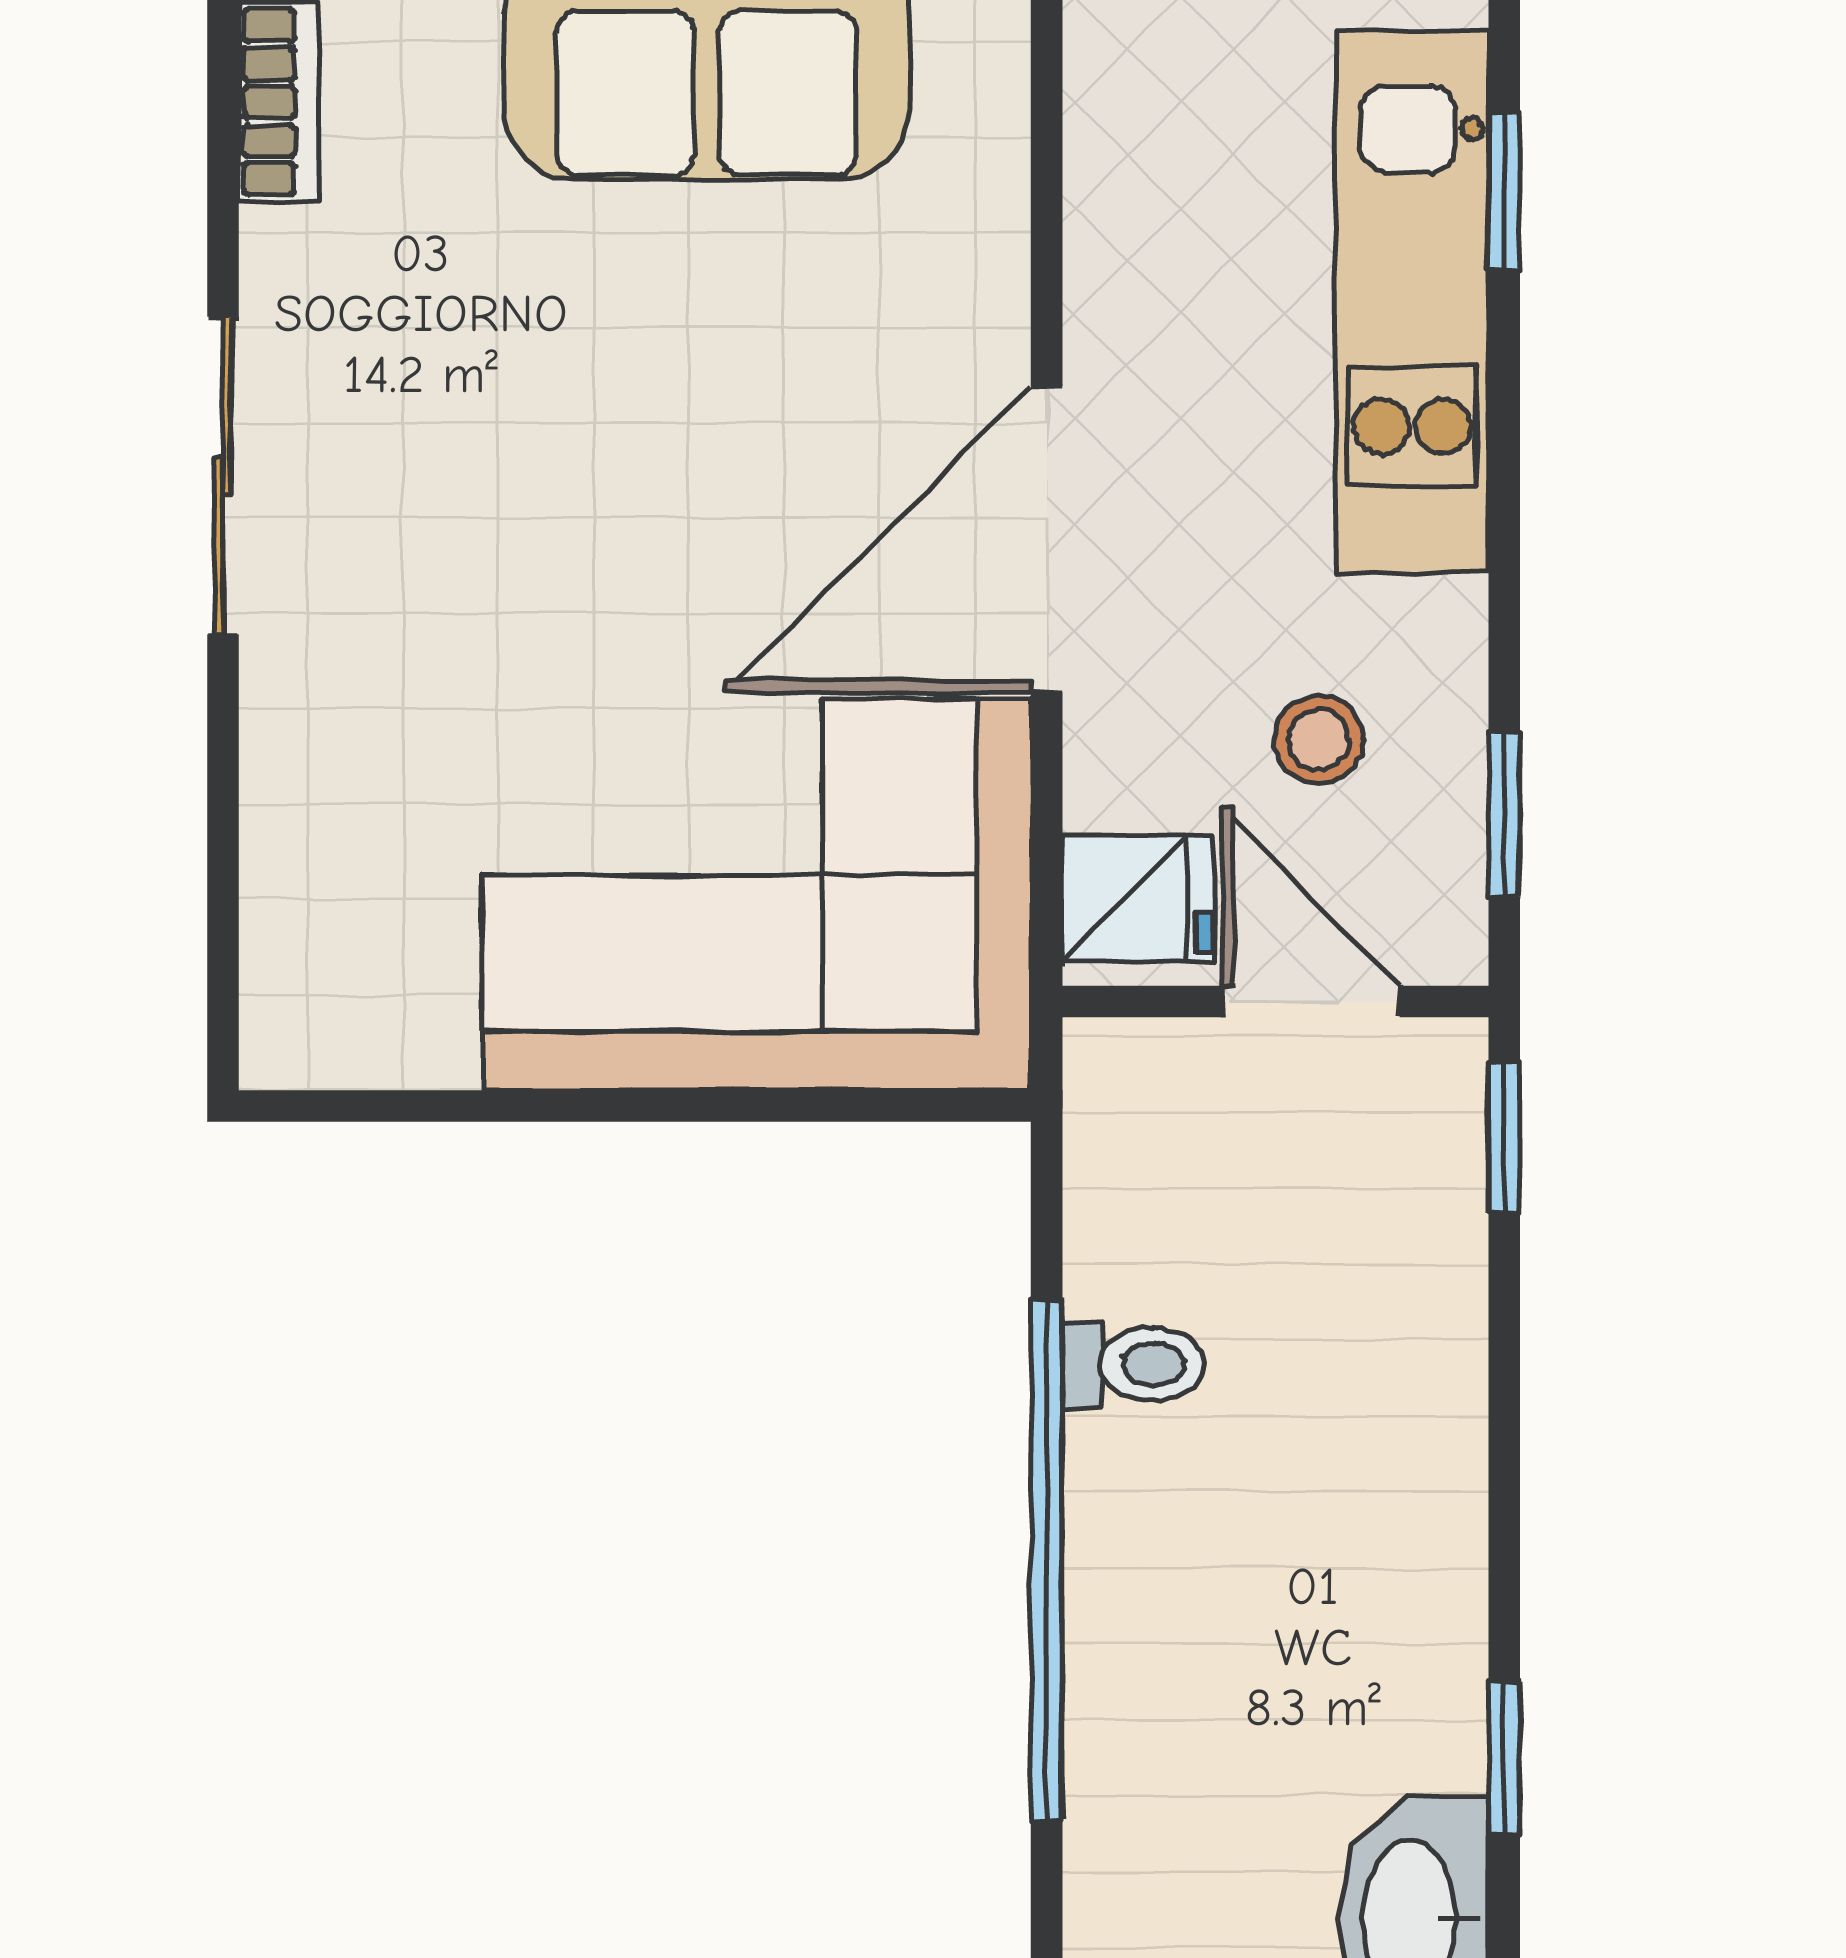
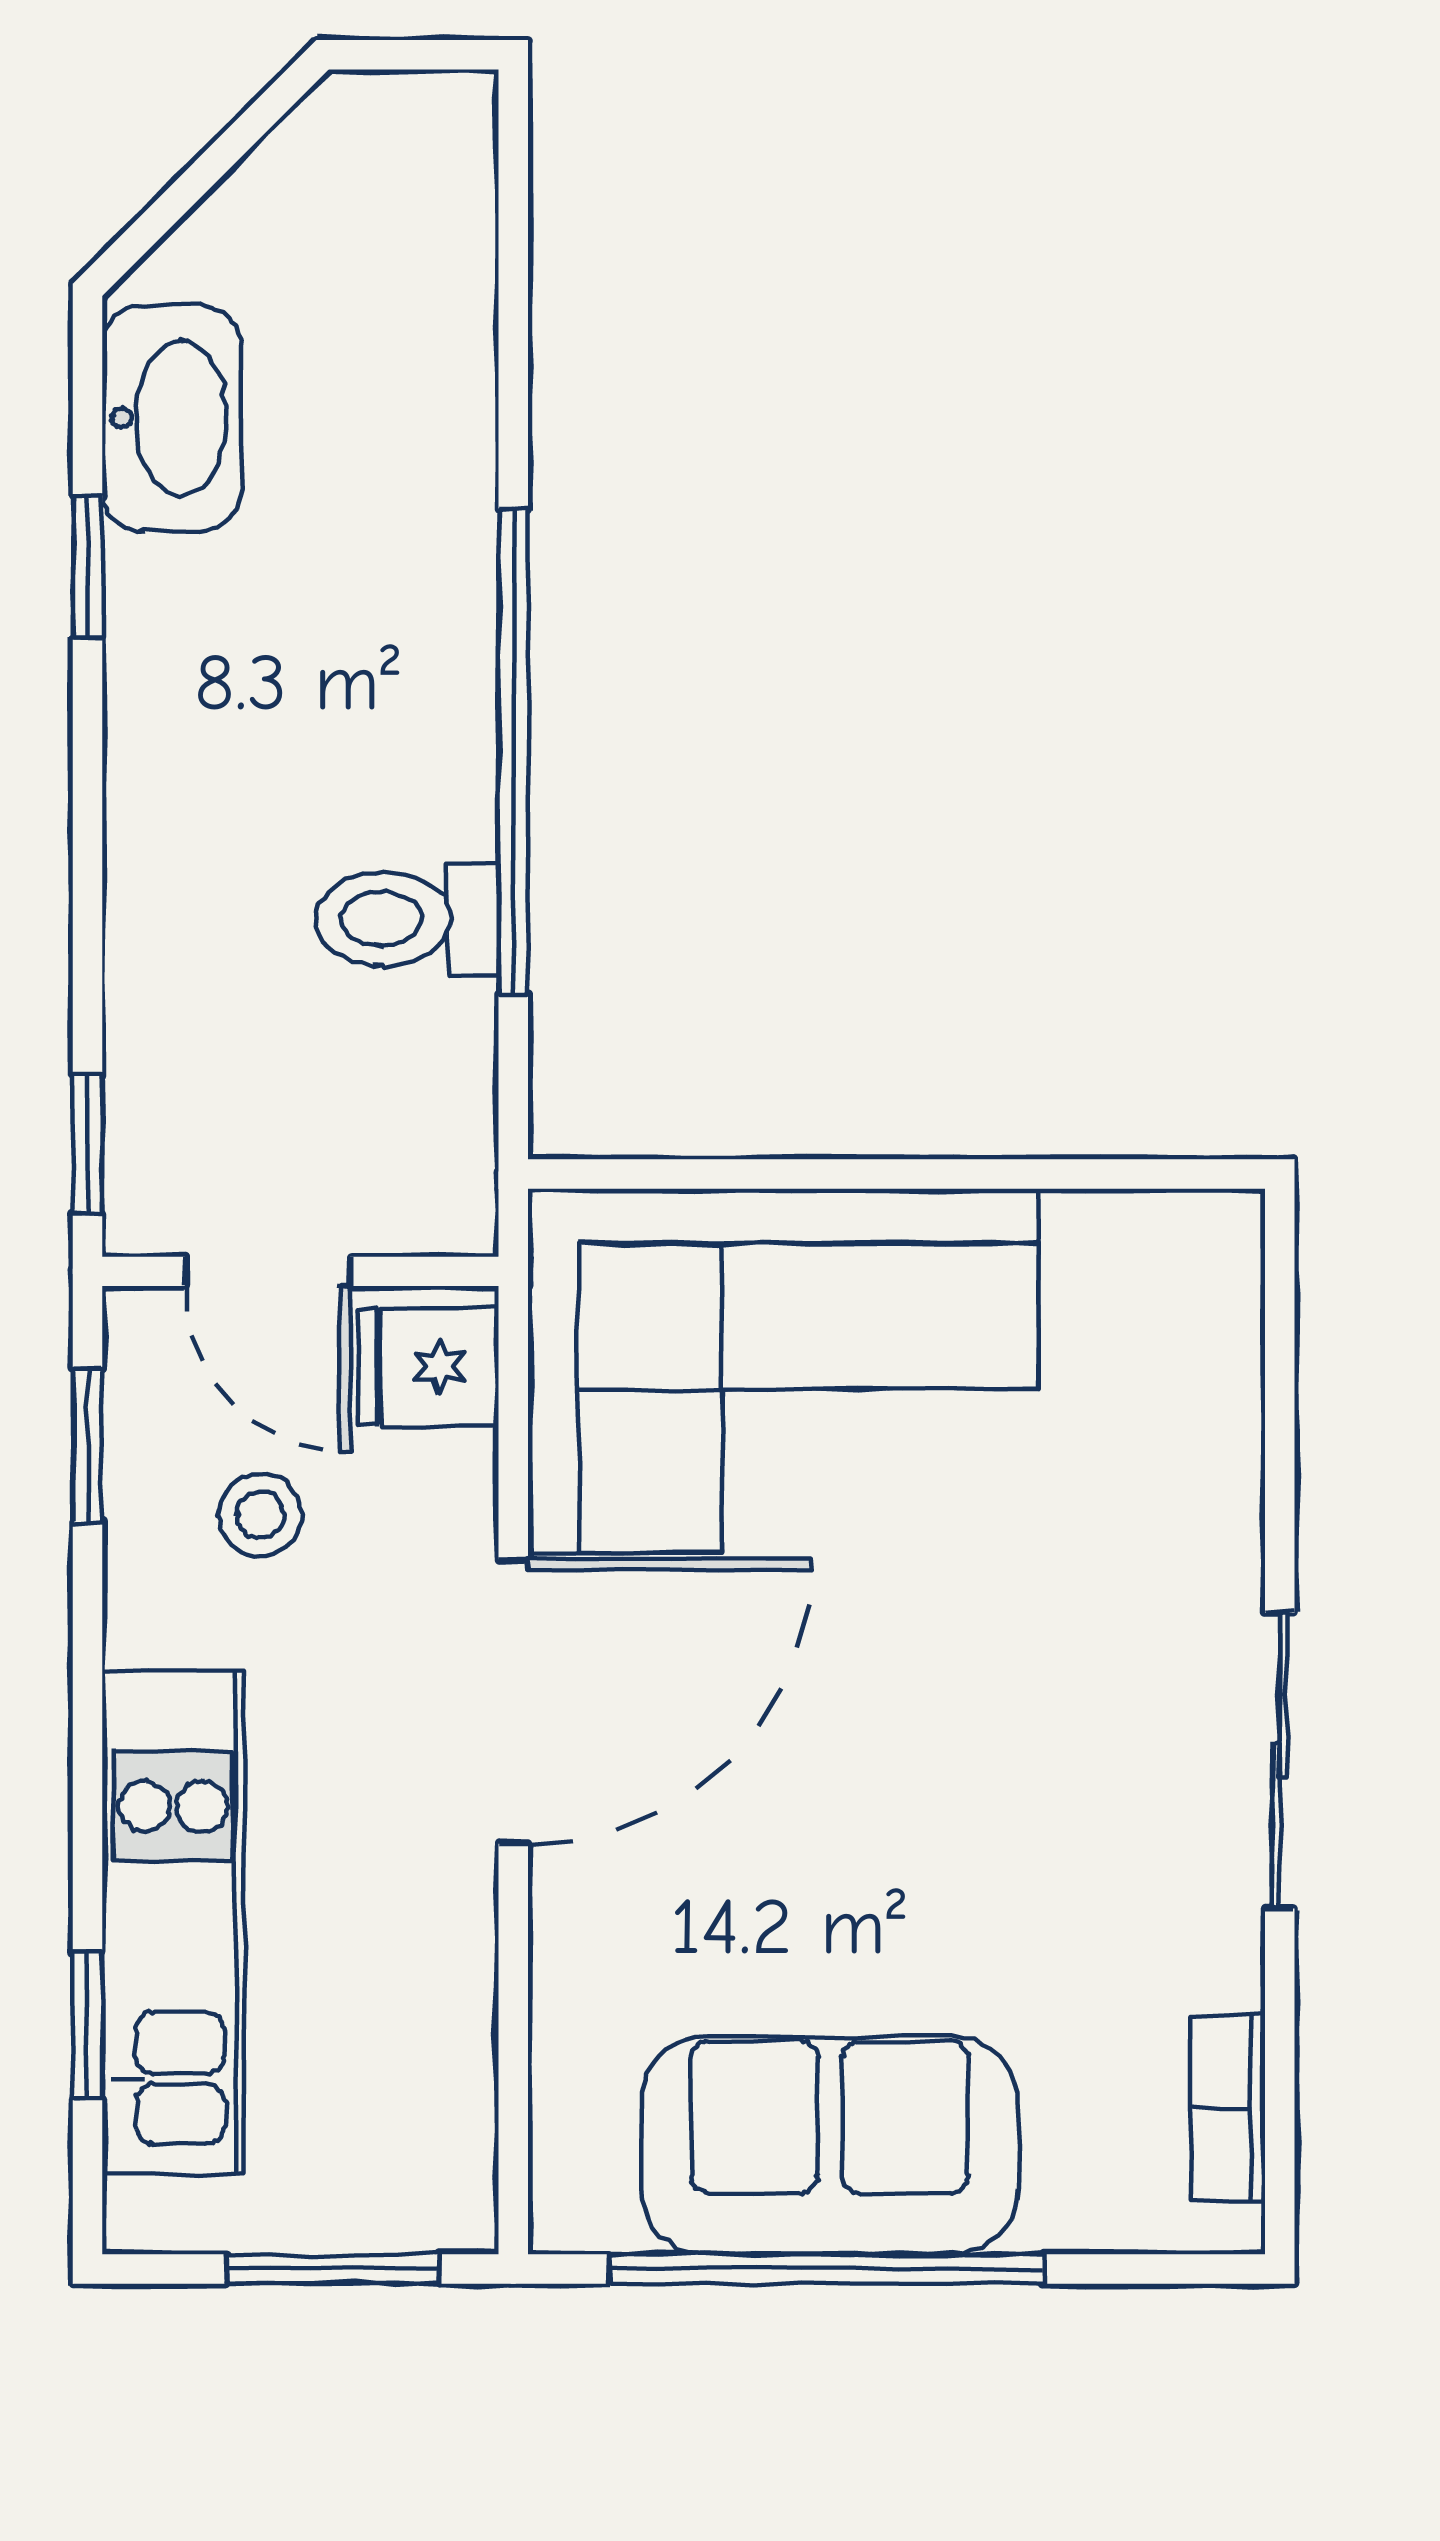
toilet: (1133, 1364) -> (407, 919), width x1.37, depth x1.39

